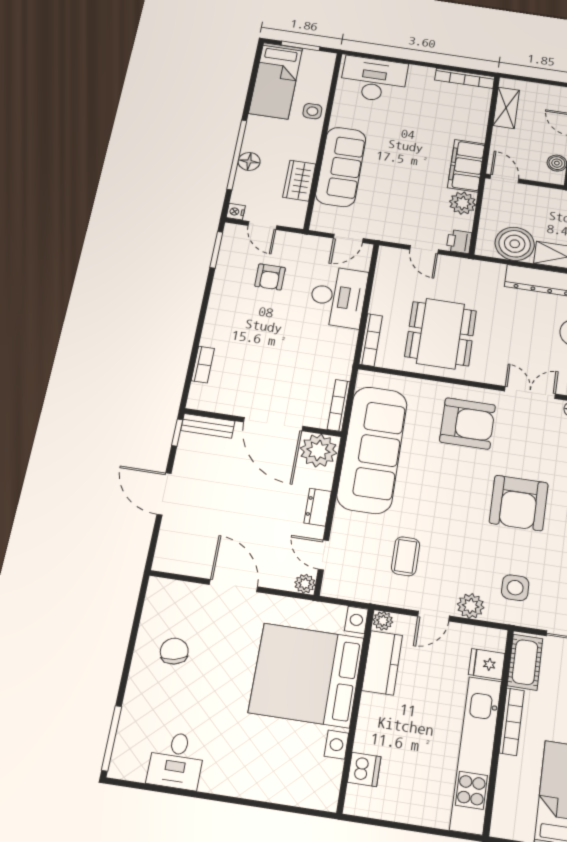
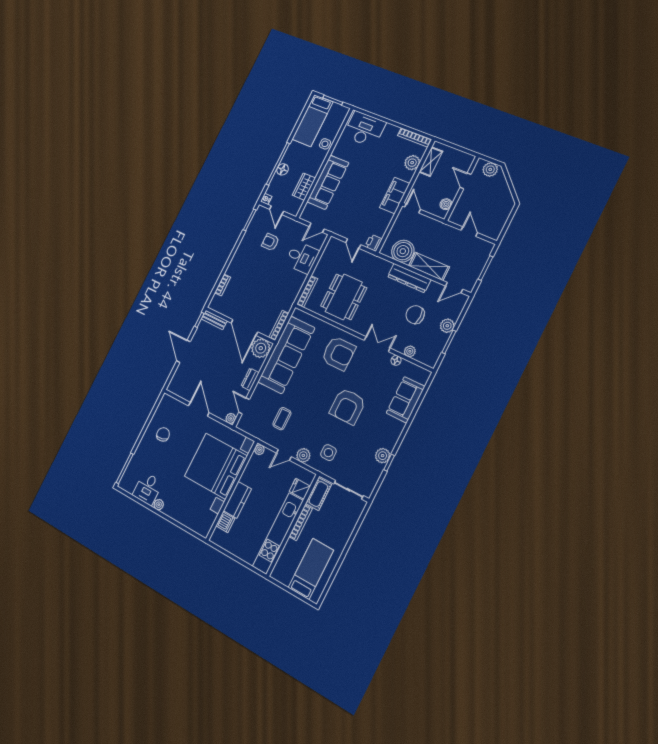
plant: (463, 203) -> (412, 163), moved
armchair: (270, 277) -> (270, 242), turned 90
desk: (338, 297) -> (302, 258), width x0.73
kitchen counter: (382, 663) -> (237, 500), moved
plant: (212, 782) -> (159, 505), added

